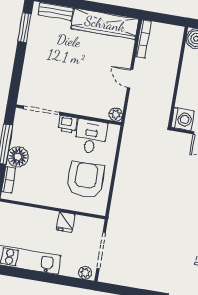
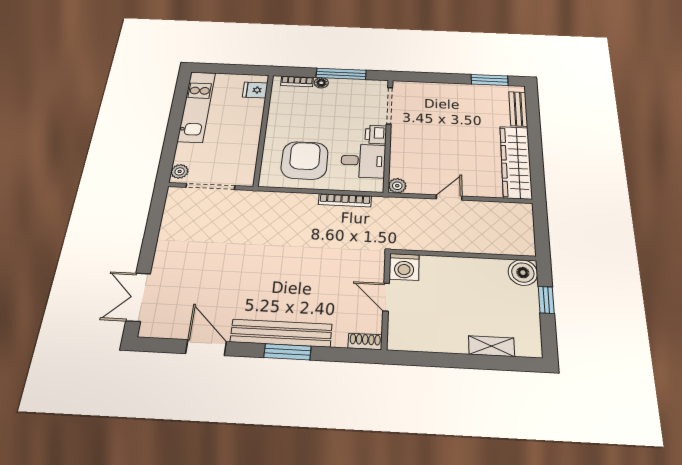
bookcase: (143, 39) -> (345, 200), moved
floor lamp: (18, 157) -> (321, 83), width x0.53, depth x0.53
armchair: (86, 180) -> (305, 160), turned -90
fridge: (66, 222) -> (255, 90), moved

